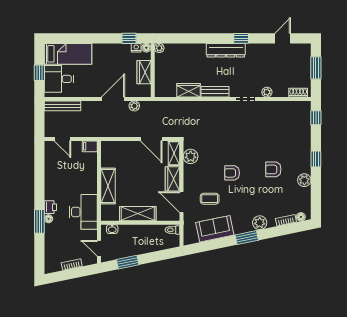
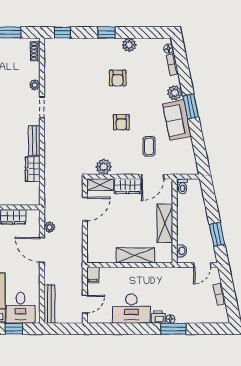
desk: (83, 212) -> (131, 309), moved, turned 180
sofa: (215, 229) -> (177, 120), moved

